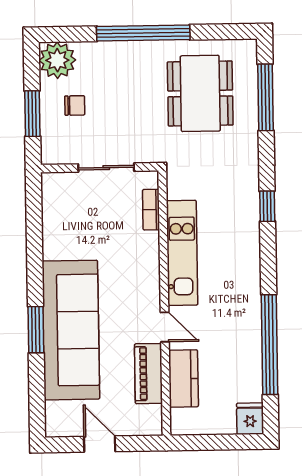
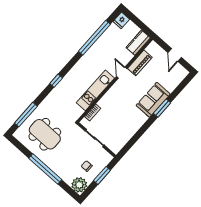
dining table: (200, 93) -> (45, 134), turned 90
sofa: (71, 330) -> (153, 100), width x0.54, depth x0.79
kitchen counter: (184, 378) -> (138, 43), moved

